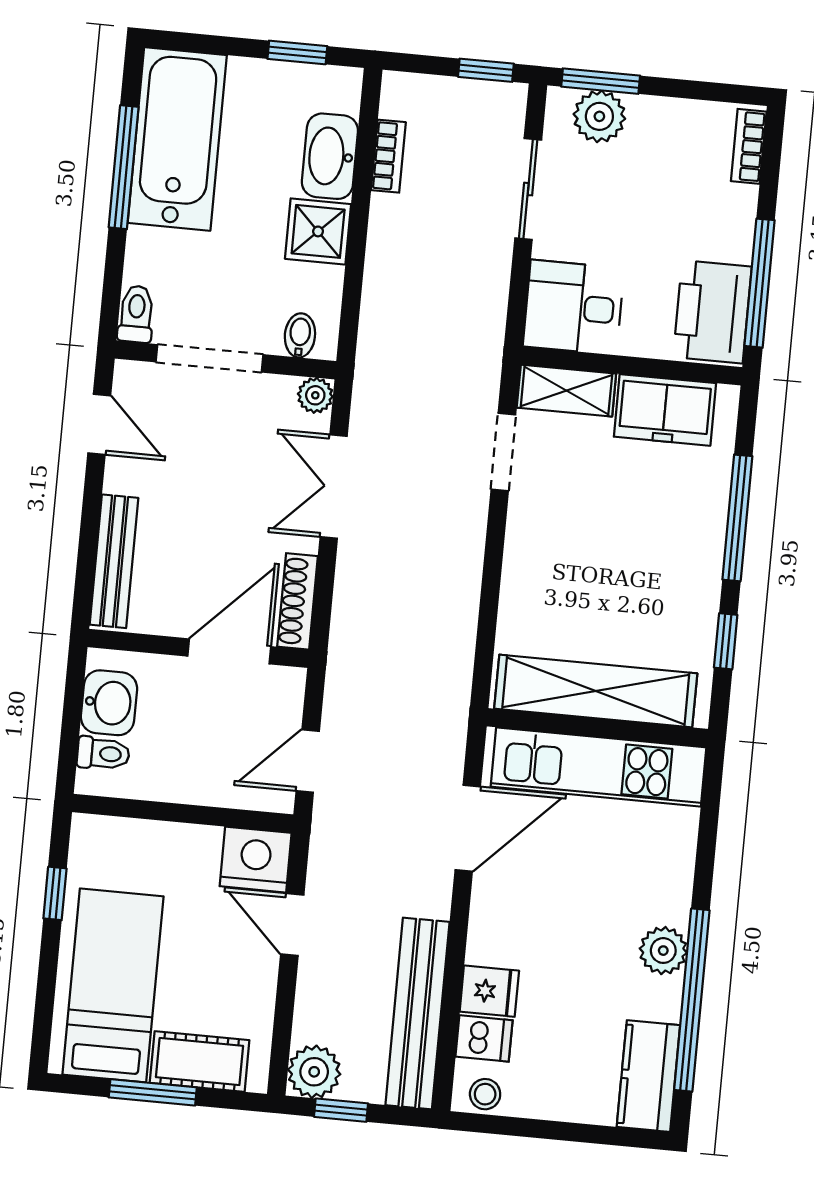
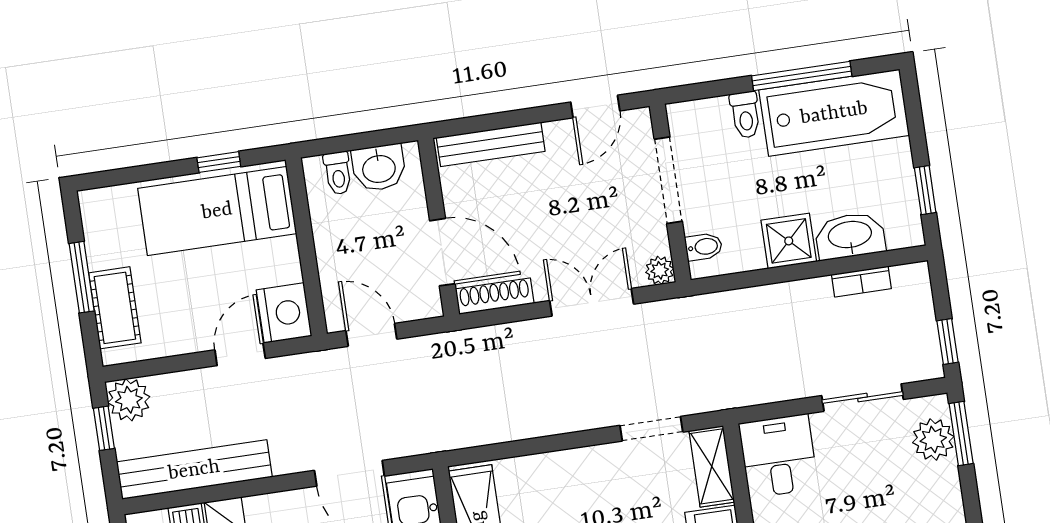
toilet: (136, 314) -> (745, 115), moved, turned 90
bed: (113, 985) -> (217, 211), moved, turned 180

